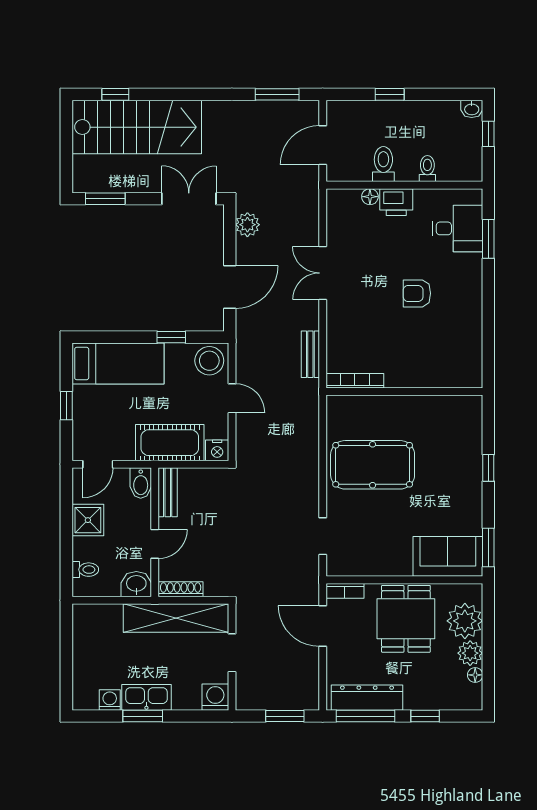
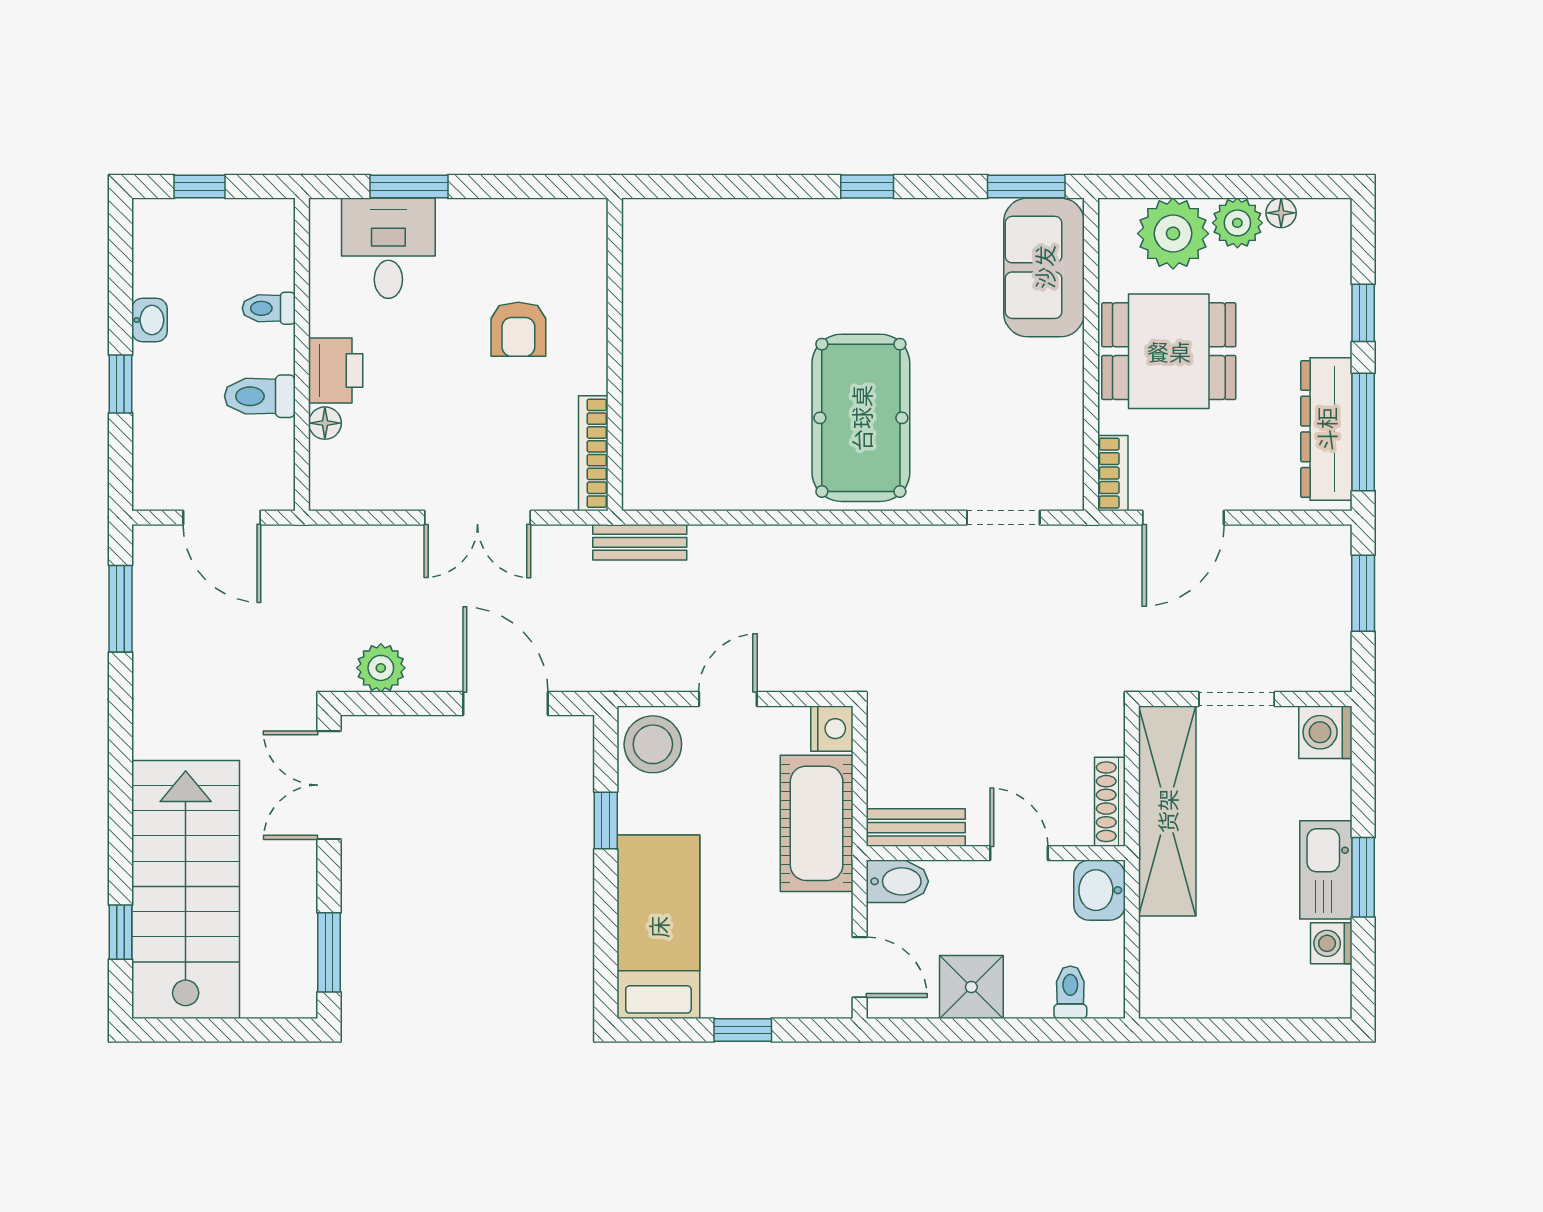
washbasin: (472, 109) -> (149, 320), moved
bookcase: (355, 381) -> (593, 453), moved
wall: (404, 392) -> (615, 354), moved

